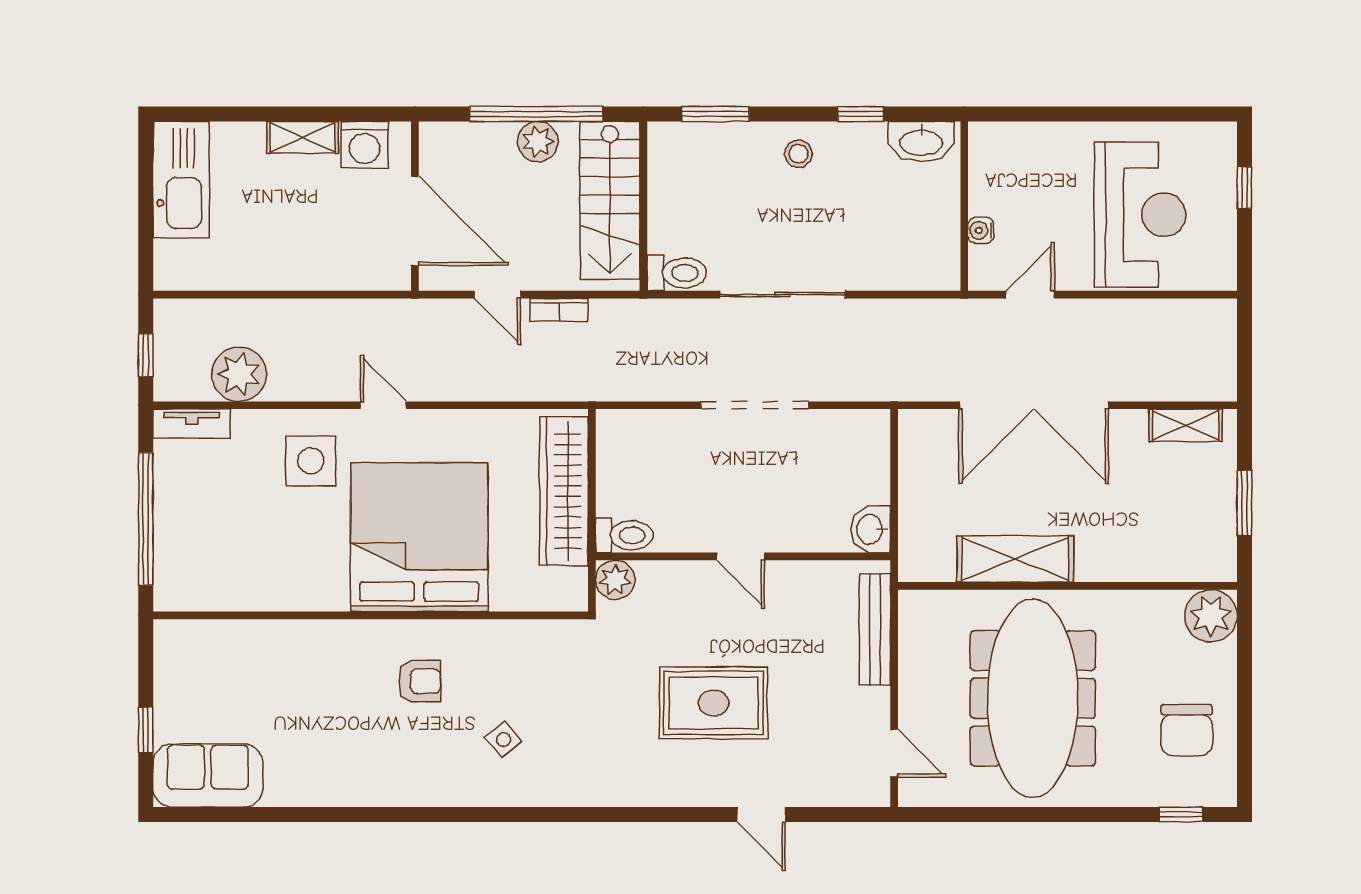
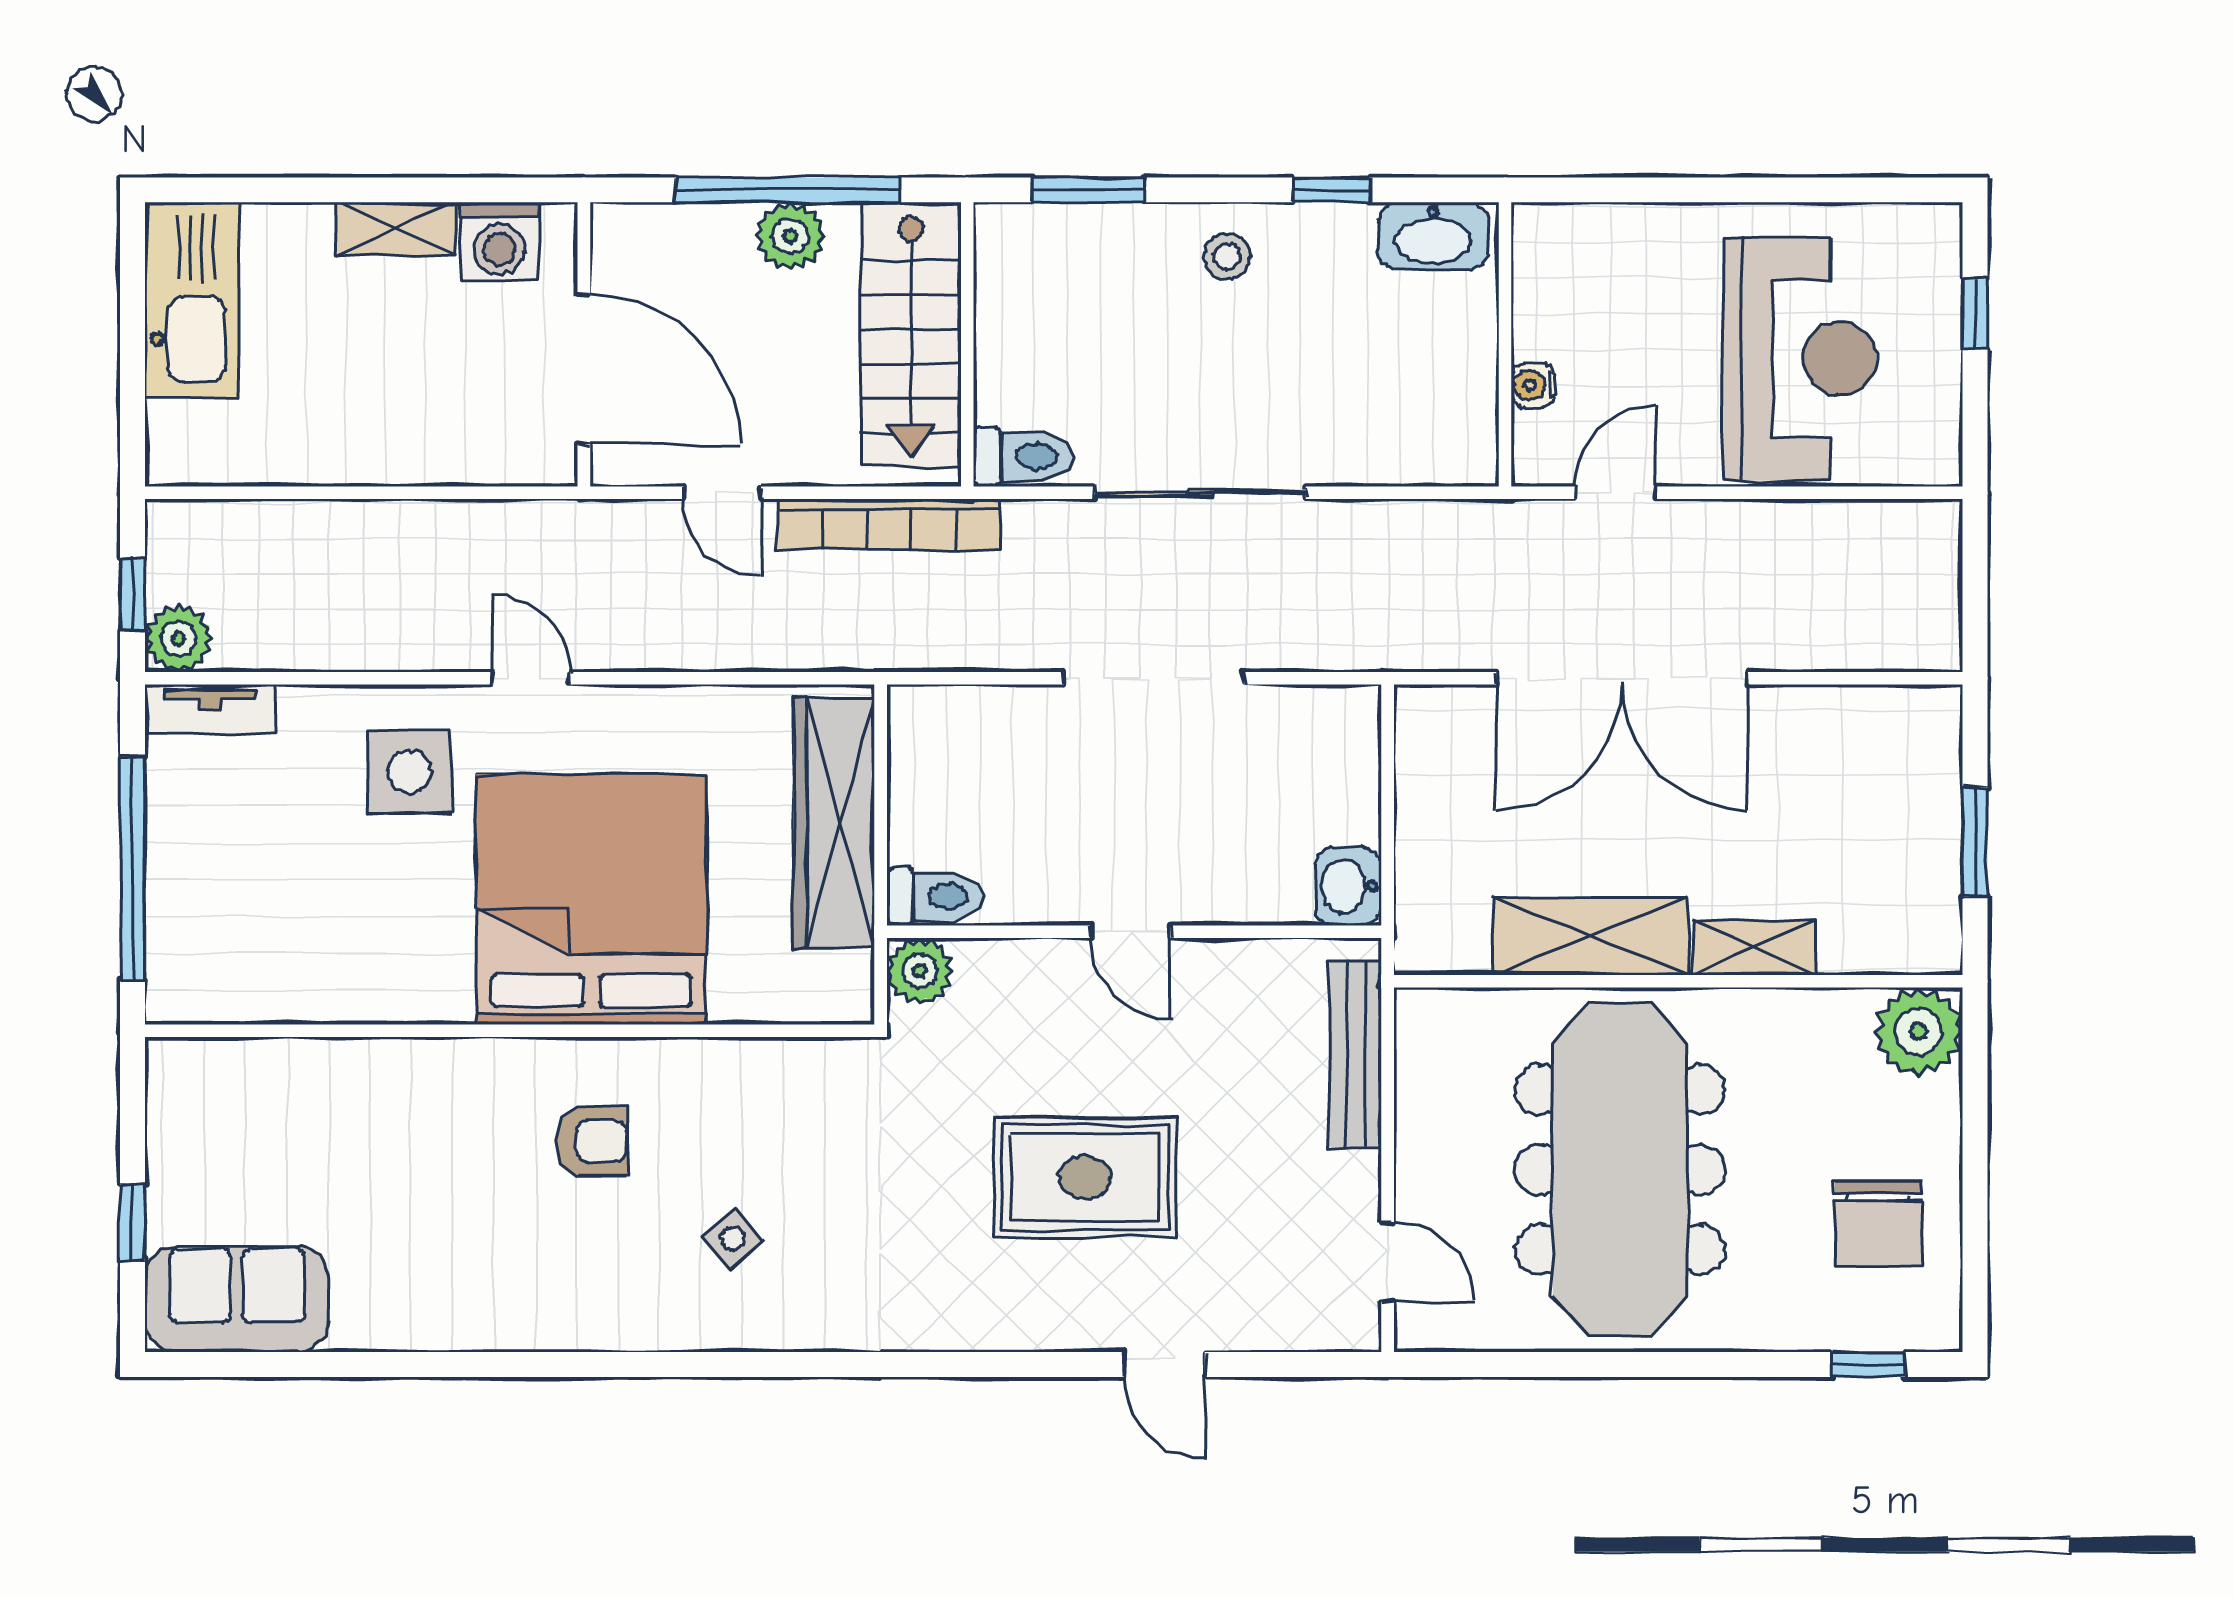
bookcase: (559, 310) -> (889, 524), width x2.31, depth x1.31
plant: (239, 374) -> (179, 639), moved, width x0.73, depth x0.73
shelving: (1186, 425) -> (1754, 948), moved

